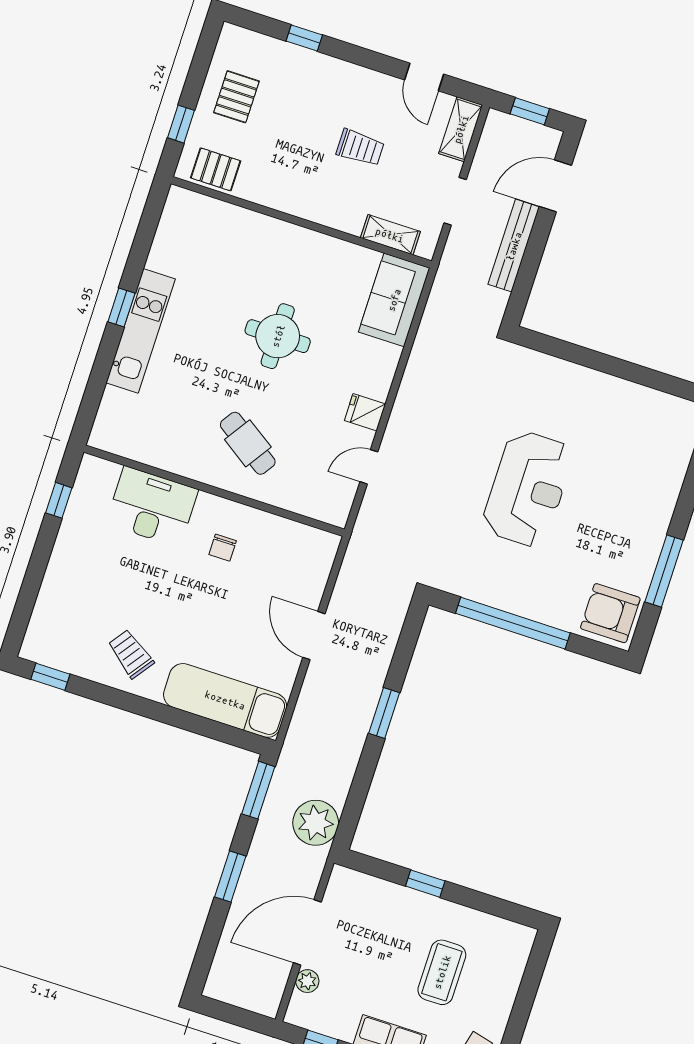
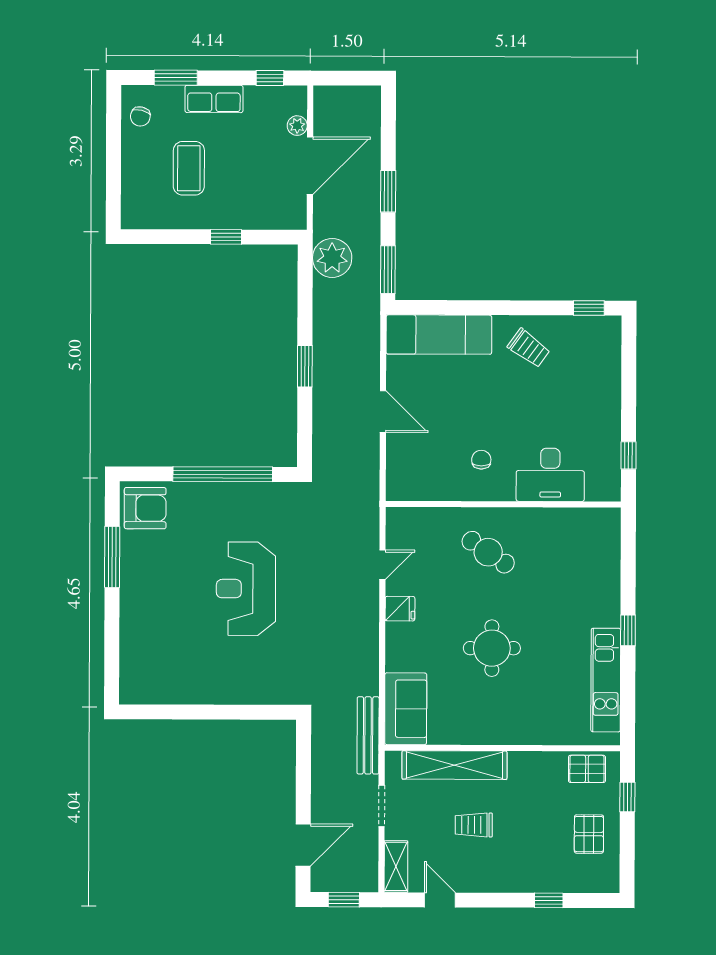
shelving: (390, 235) -> (454, 765), width x2.20, depth x1.33
bench: (514, 246) -> (368, 735), moved
kitchen unit: (141, 331) -> (606, 680), moved

